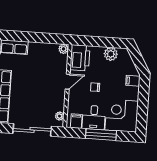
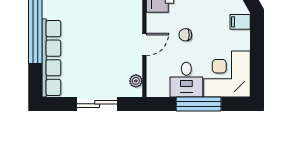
door: (68, 82) -> (144, 44), moved
filing cabinet: (76, 121) -> (161, 87), removed
sliding door: (32, 130) -> (97, 104), width x0.73

